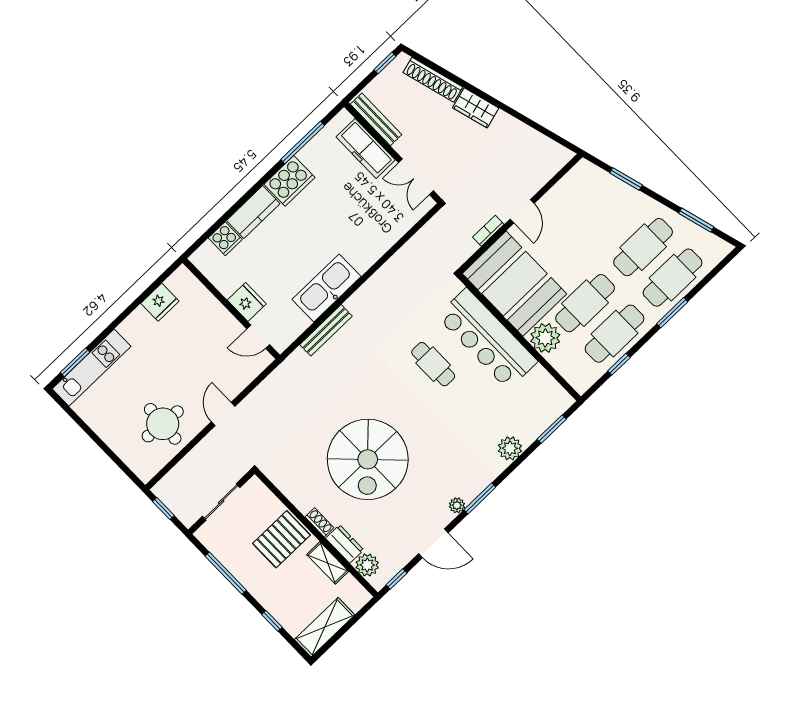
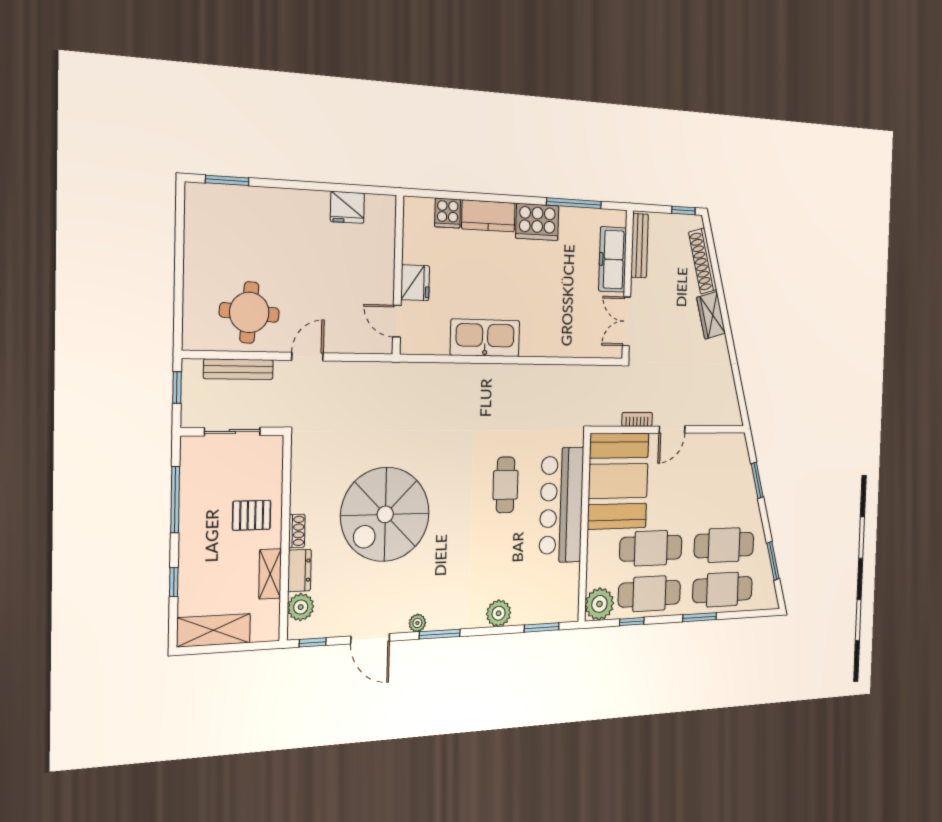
bench: (326, 330) -> (238, 369), moved
plant: (545, 338) -> (599, 604), moved
kitchen unit: (92, 368) -> (237, 200), removed
pallet: (281, 539) -> (252, 515), width x0.67, depth x0.71

